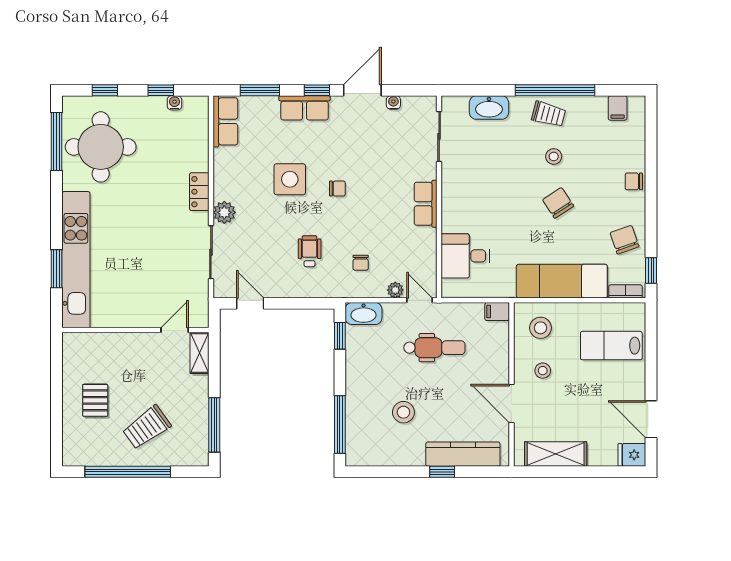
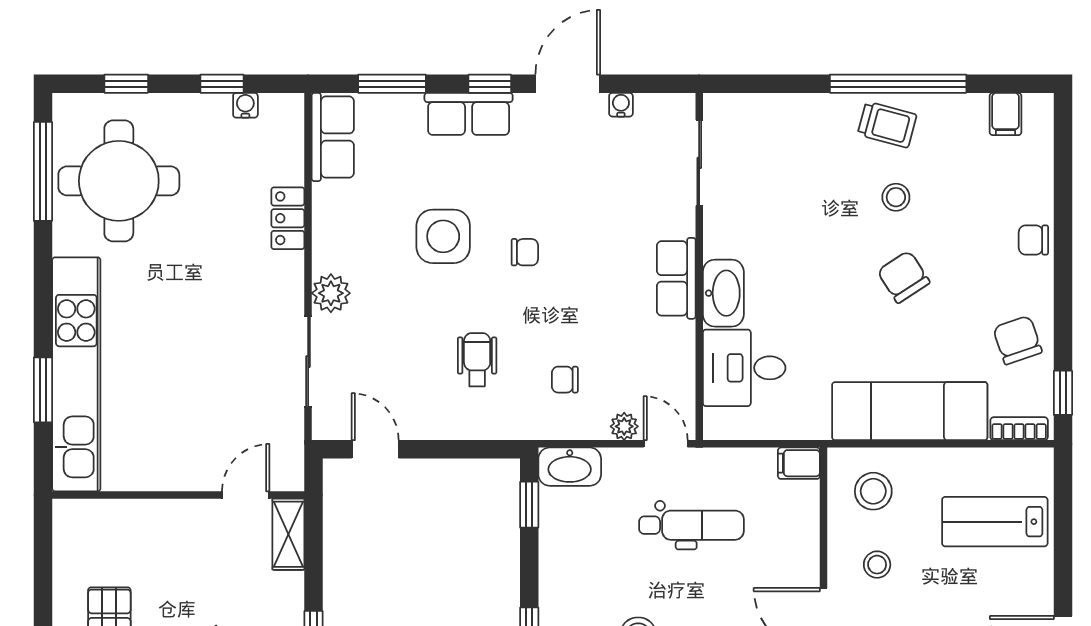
washbasin: (489, 108) -> (723, 293), moved, turned -90
locker: (199, 192) -> (288, 218), moved
chair: (361, 263) -> (565, 380), turned 90

